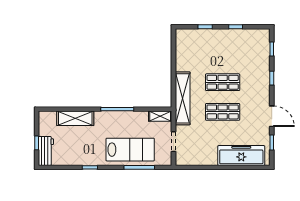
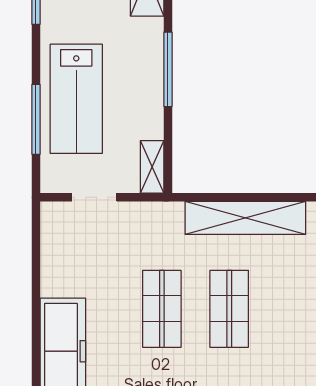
shelving: (183, 98) -> (245, 218), moved

